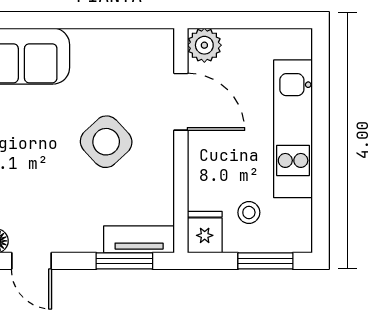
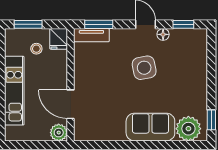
side table: (106, 142) -> (144, 68), moved, turned 32

